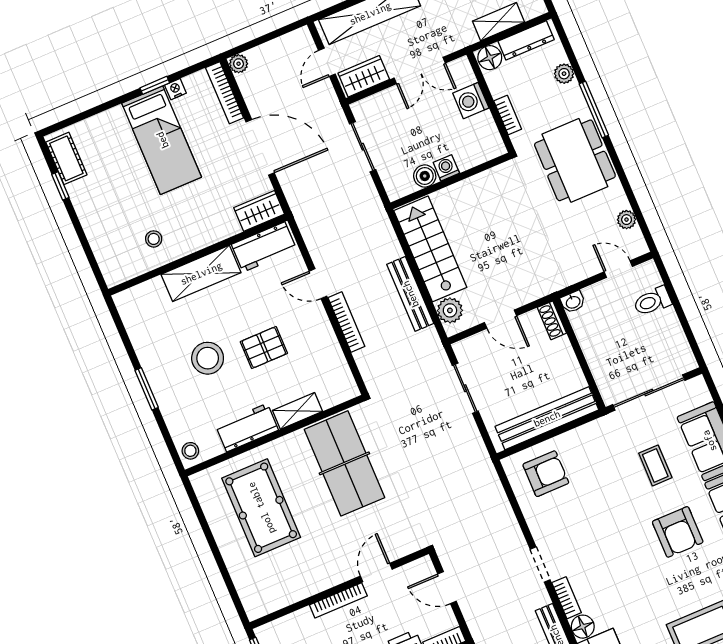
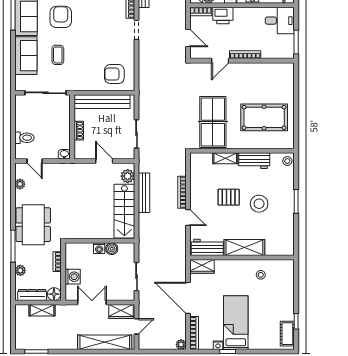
shoe rack: (552, 320) -> (79, 131), moved
pool table: (261, 508) -> (264, 117), turned 90

